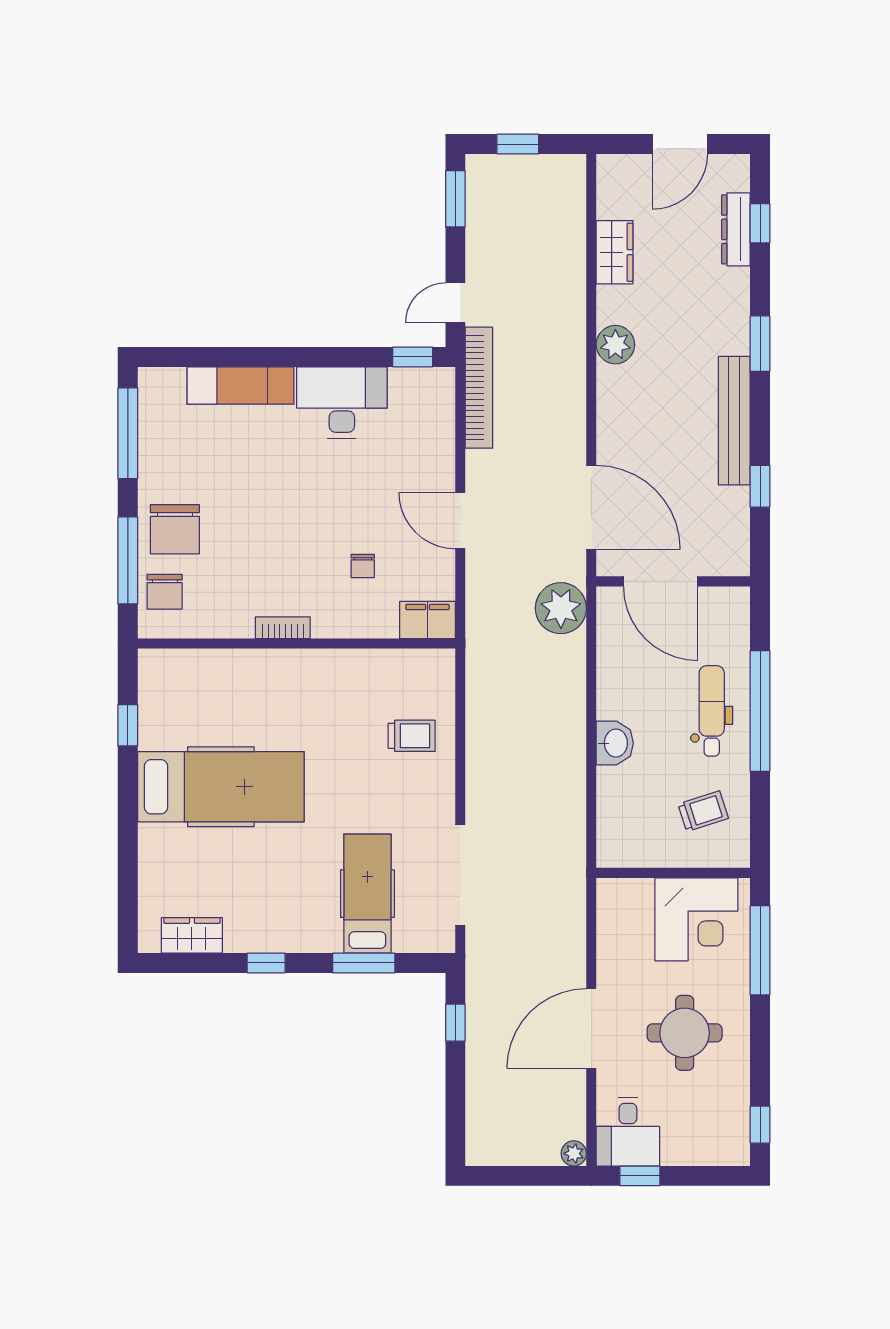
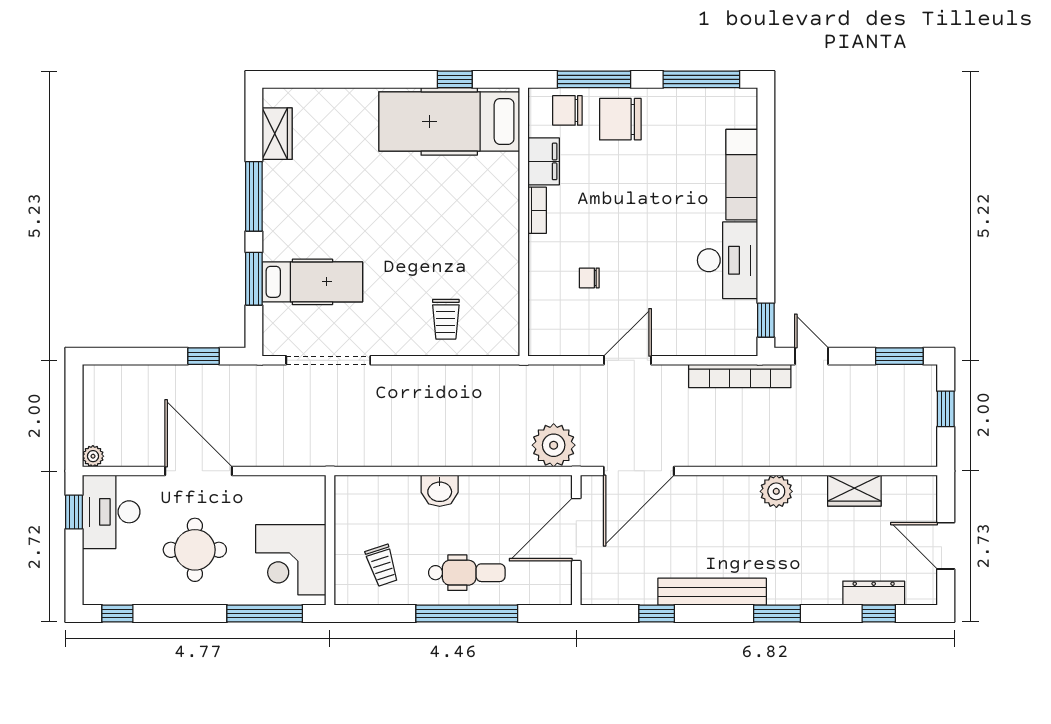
filing cabinet: (427, 620) -> (544, 161), moved
hospital bed: (221, 787) -> (449, 121), moved, turned 90
window: (266, 963) -> (254, 196), width x2.17
desk: (628, 1132) -> (111, 512), width x1.37

